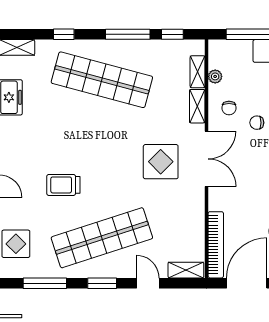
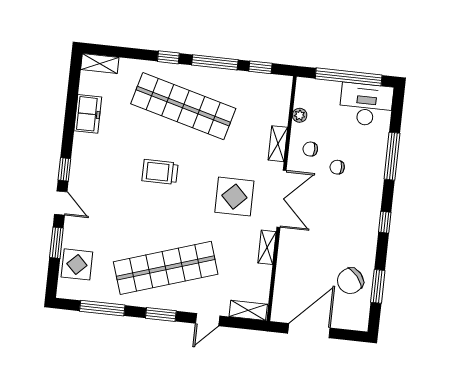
window: (64, 34) -> (168, 57), moved
shelving: (197, 72) -> (267, 247), moved
chair: (229, 108) -> (310, 149), turned 90
trolley: (63, 185) -> (160, 172), moved
bookcase: (216, 245) -> (282, 288), removed
door: (148, 283) -> (208, 320), swing flipped

